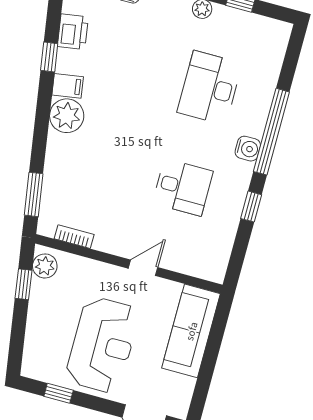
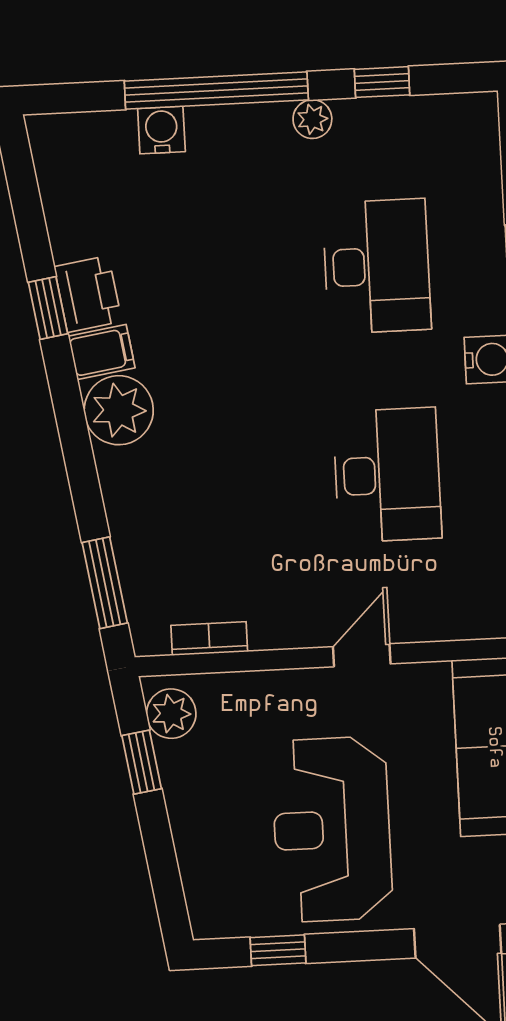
printer: (73, 32) -> (88, 294), moved
desk: (210, 88) -> (377, 266), turned 180
desk: (183, 187) -> (387, 475), width x1.37
reception desk: (102, 345) -> (332, 829), turned 180

